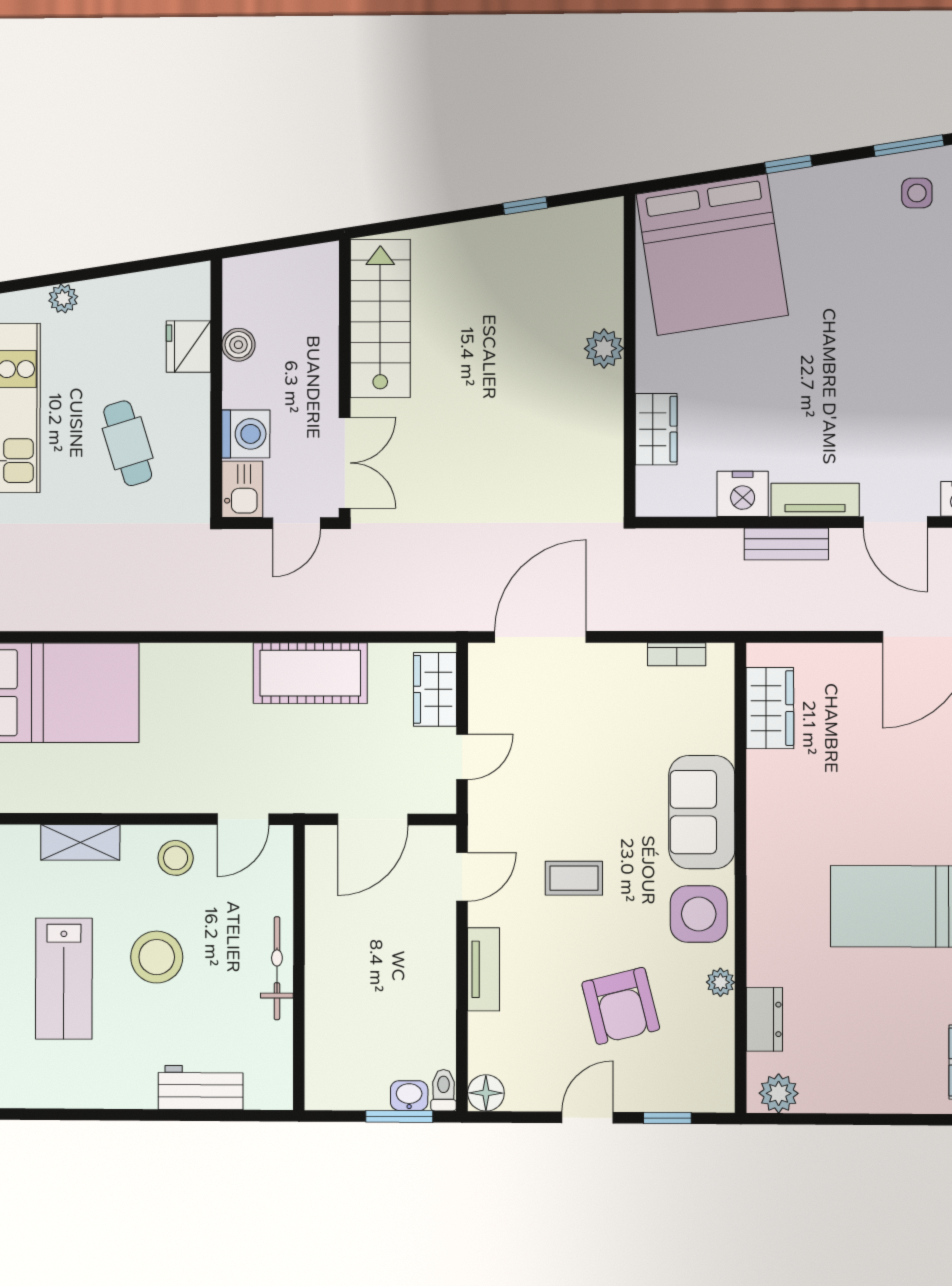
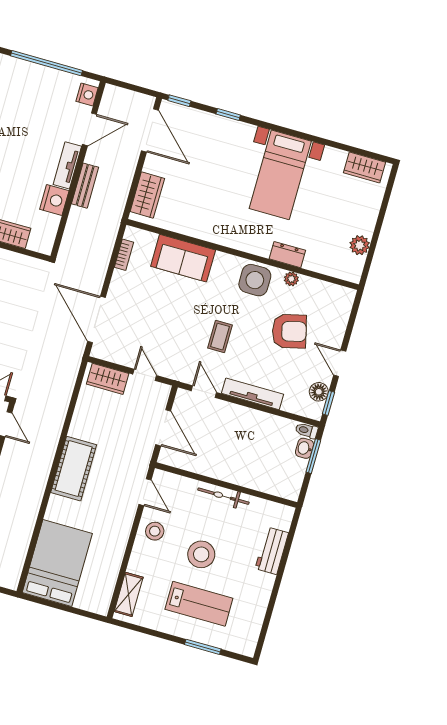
cot: (310, 673) -> (74, 469), moved
wardrobe: (770, 708) -> (147, 195), moved, turned 90
sofa: (702, 812) -> (183, 258), moved
shelving: (80, 842) -> (129, 594), moved
tv unit: (484, 969) -> (252, 394), width x1.41
dresser: (764, 1019) -> (287, 255), moved
floor lamp: (486, 1093) -> (319, 392), moved
plant: (779, 1093) -> (360, 245), moved
window: (667, 1118) -> (328, 403), moved

